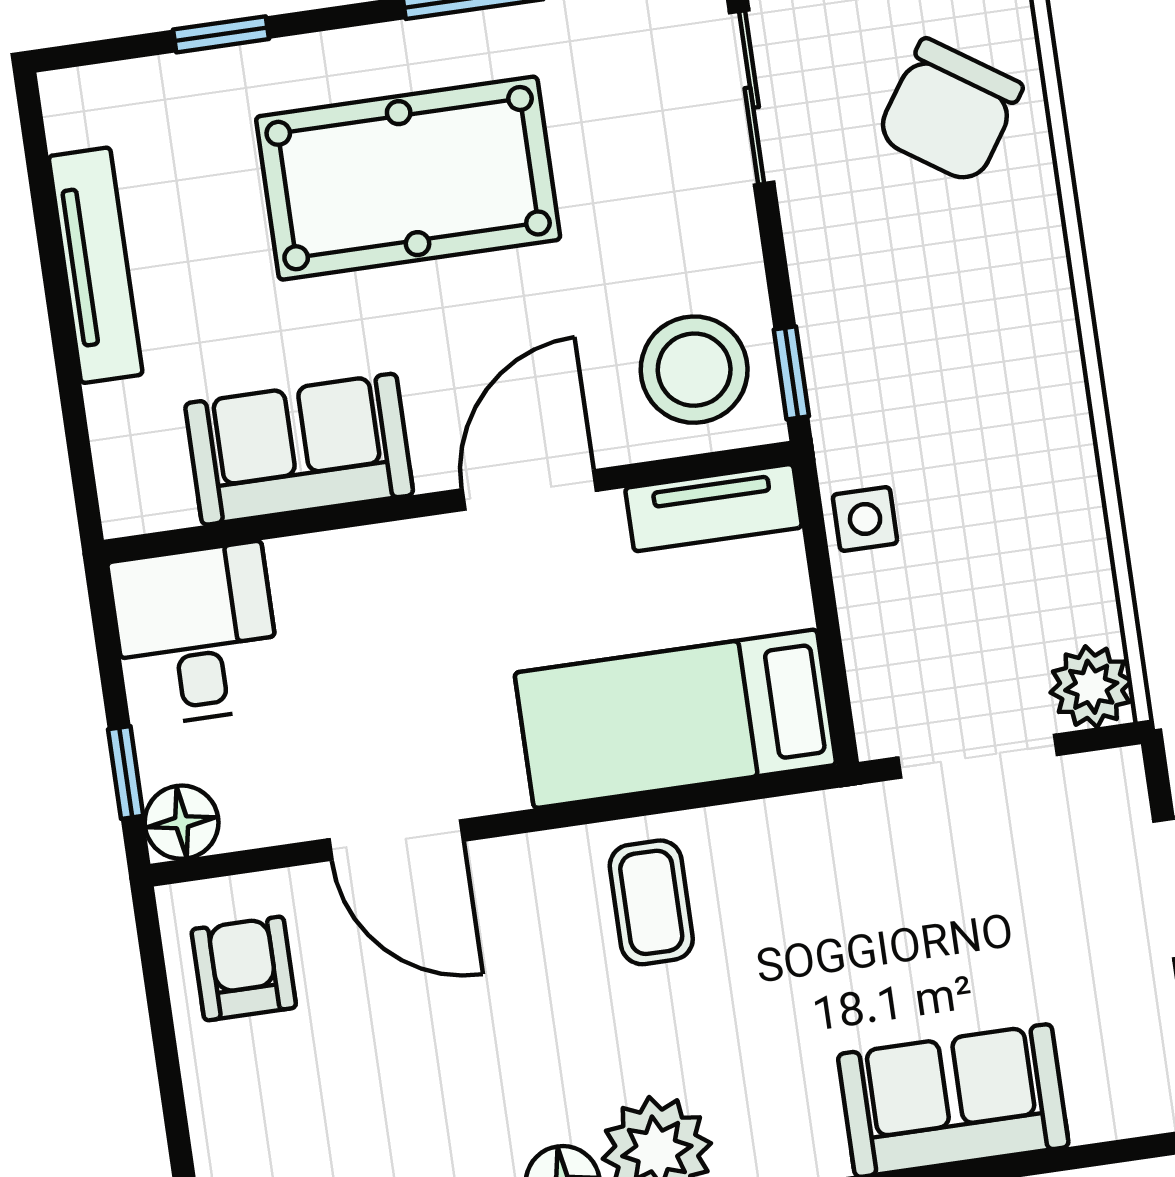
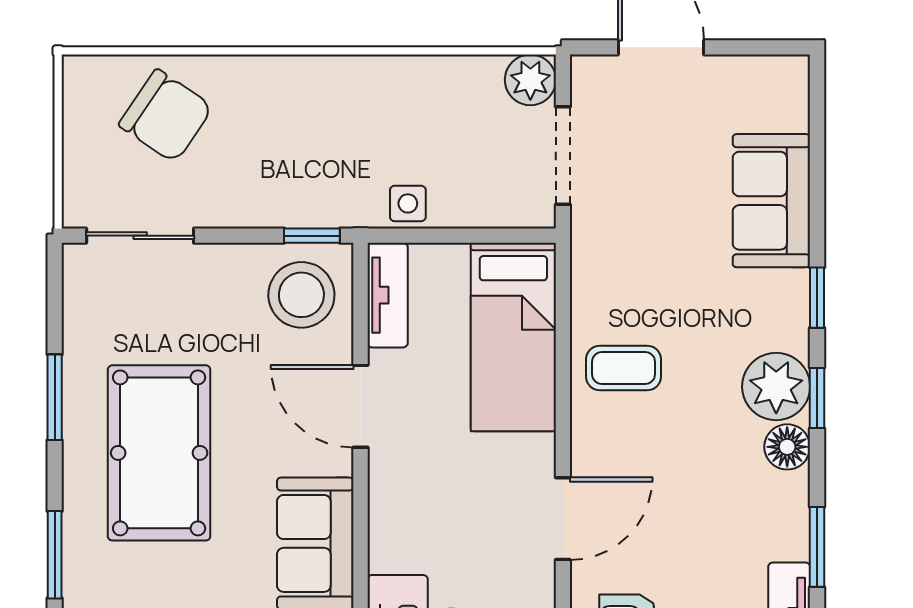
window: (221, 34) -> (55, 555), width x1.50

